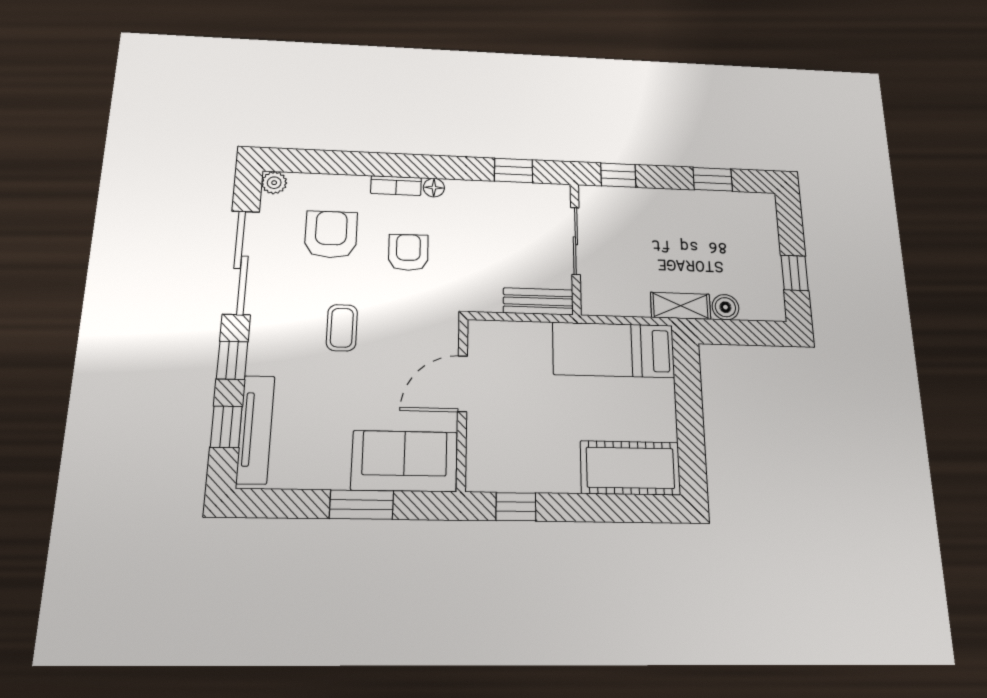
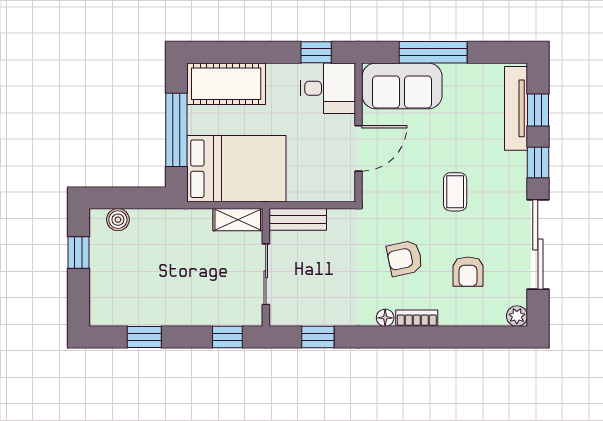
armchair: (331, 234) -> (468, 272), width x0.72, depth x0.72
armchair: (408, 252) -> (405, 258), turned 79
shelving: (681, 306) -> (238, 220), moved
boiler: (725, 307) -> (118, 220), moved
bed: (614, 350) -> (236, 169), width x1.50
window: (689, 412) -> (176, 130), added
desk: (501, 460) -> (328, 88), added
window: (362, 505) -> (433, 52), width x1.44

